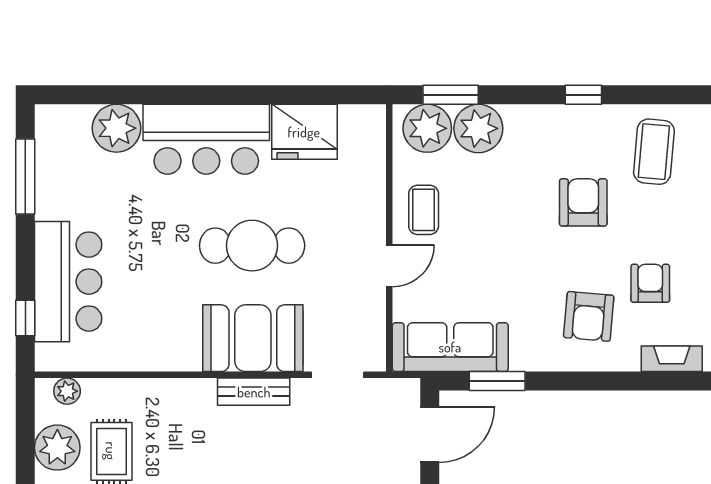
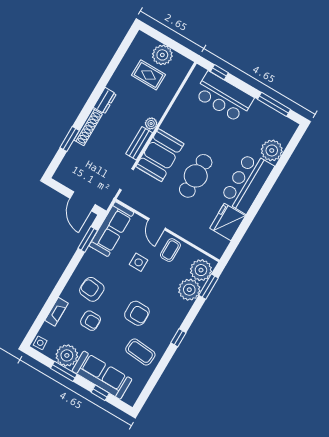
coffee table: (424, 210) -> (170, 250), turned 90
side table: (483, 257) -> (139, 262), added
plant: (67, 391) -> (151, 123), moved

